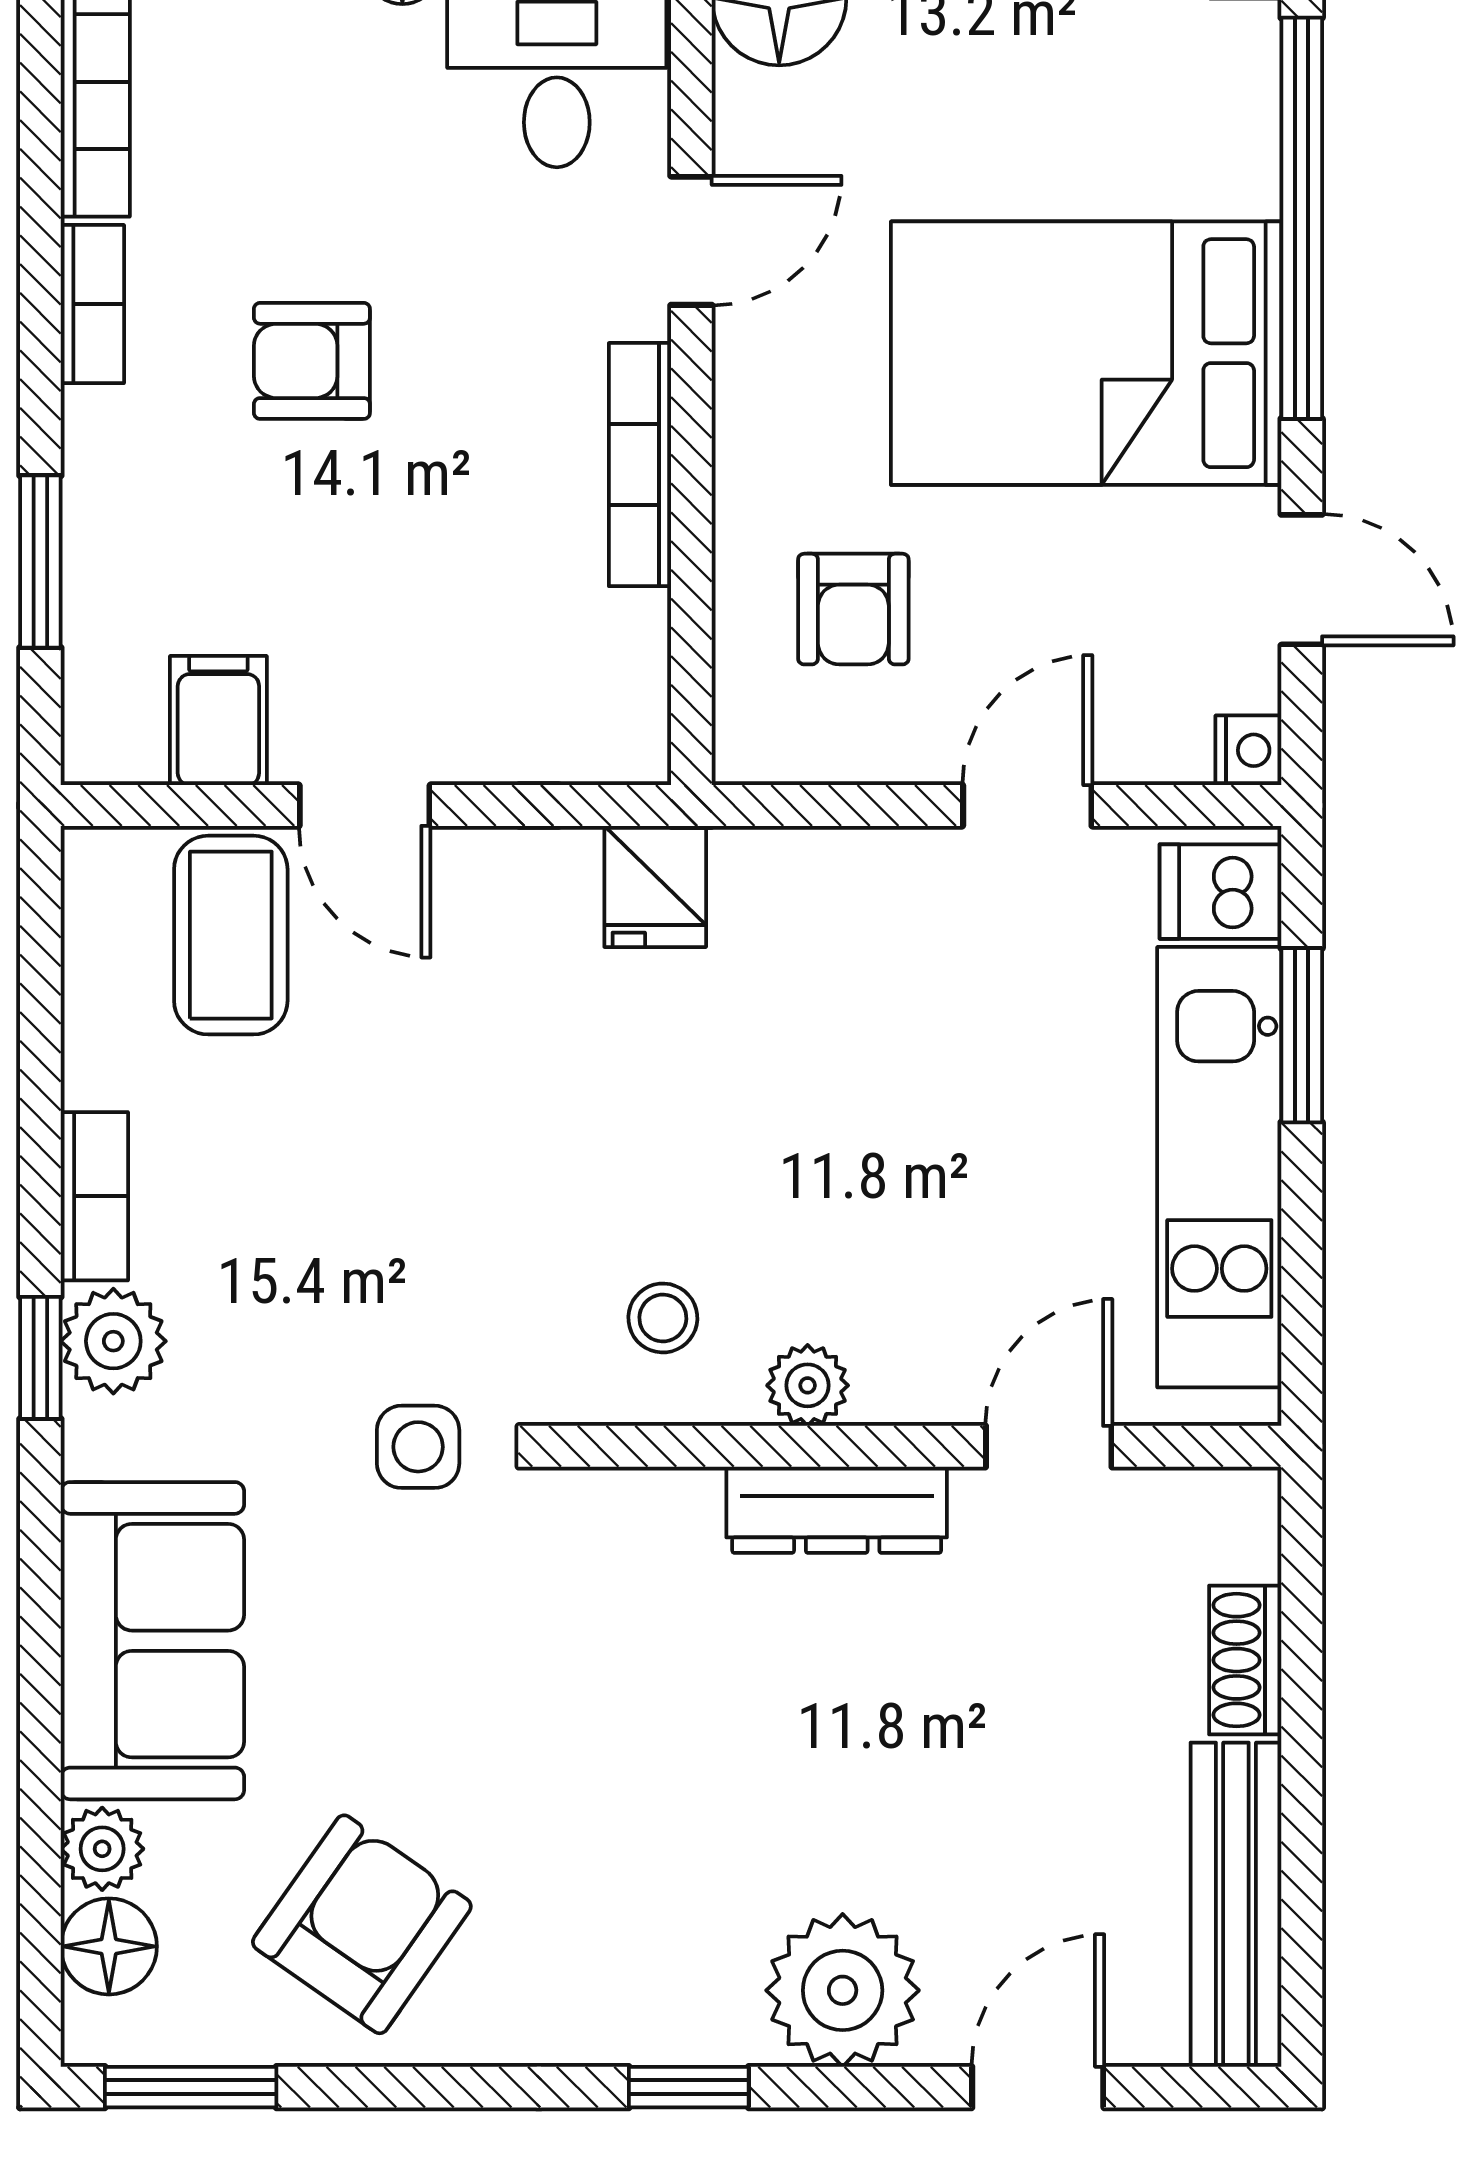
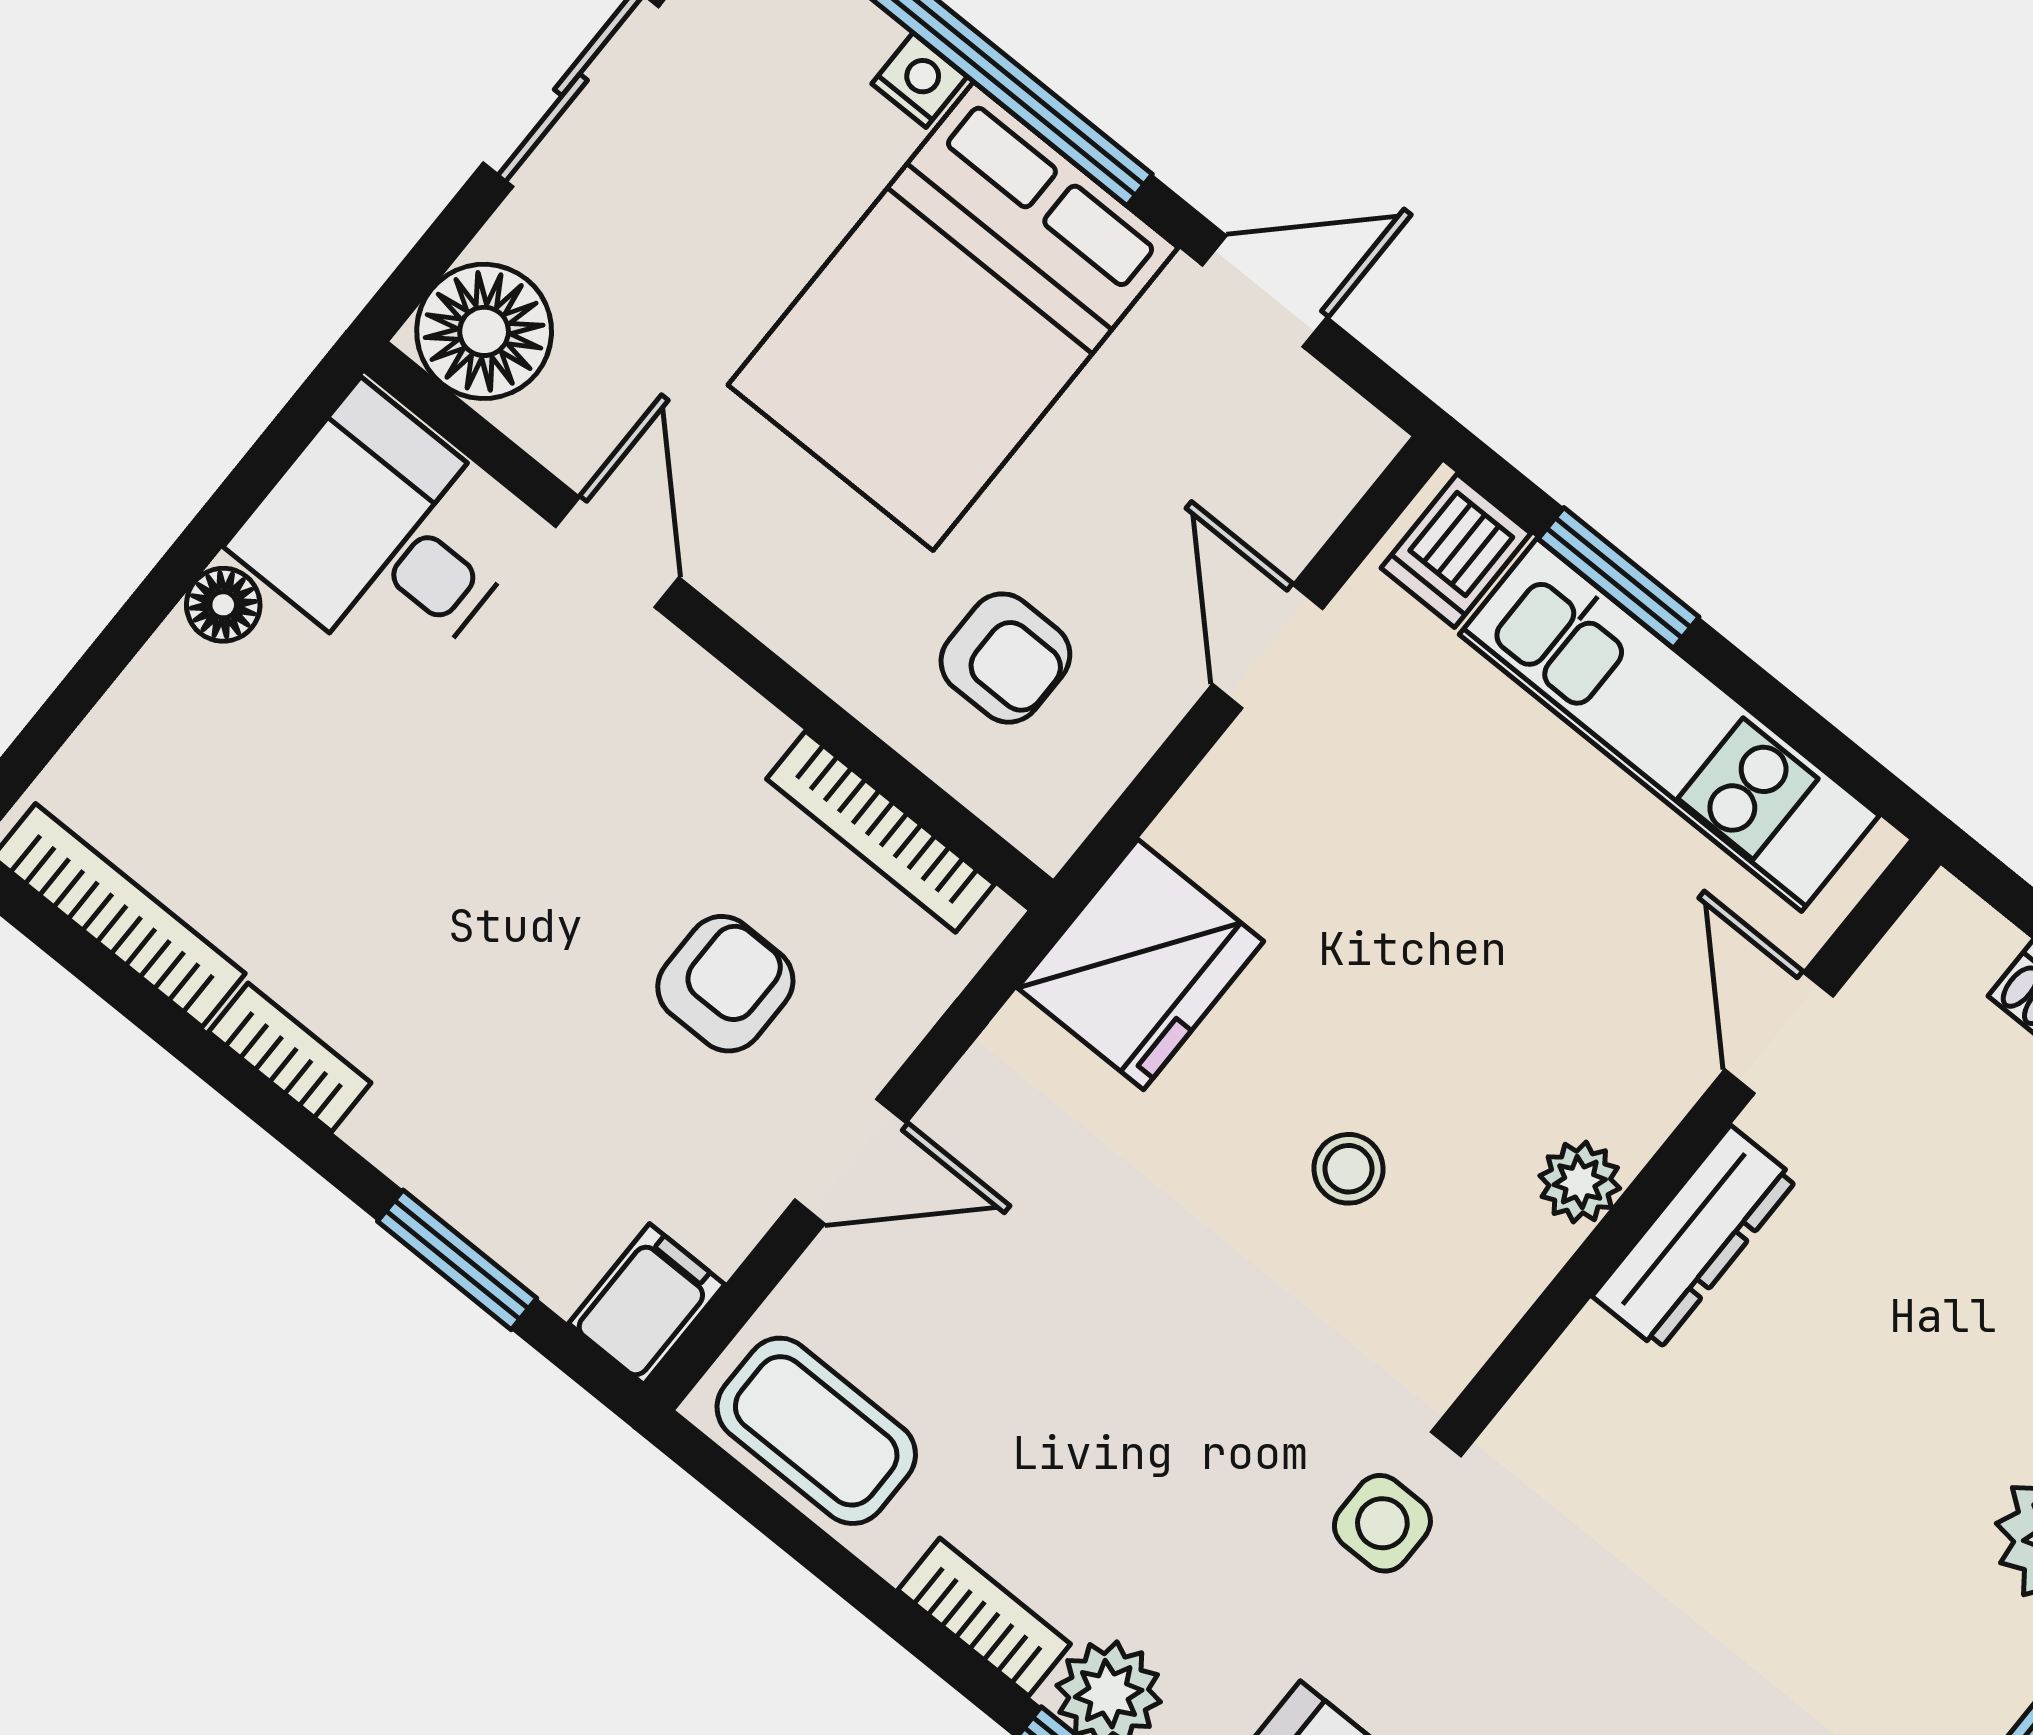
armchair: (312, 361) -> (725, 984), moved, turned 180
bookcase: (640, 465) -> (881, 832), moved
filing cabinet: (218, 721) -> (647, 1304), moved, turned 90
nightstand: (1248, 750) -> (919, 80), moved
fridge: (655, 886) -> (1141, 964), width x1.88, depth x1.34
coffee table: (231, 935) -> (816, 1431), moved
stool: (663, 1318) -> (1348, 1169), moved

